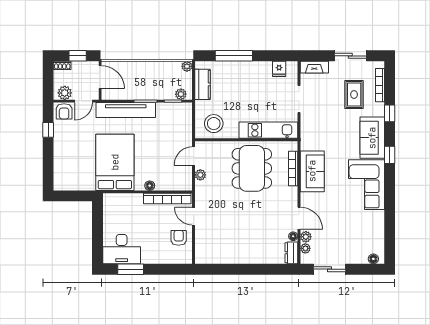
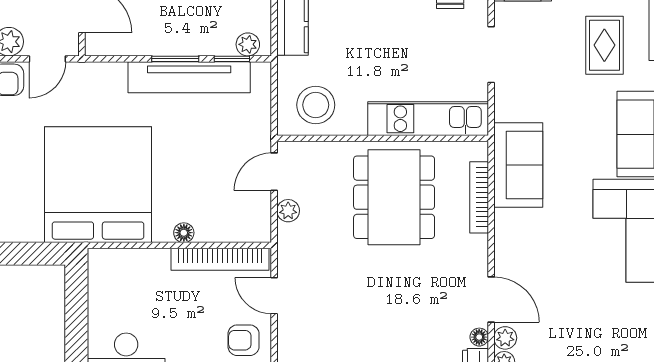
tv unit: (126, 110) -> (189, 77), moved
bed: (115, 162) -> (98, 185), width x1.36
sofa: (312, 171) -> (518, 165), moved
armchair: (179, 238) -> (244, 340), turned -90

